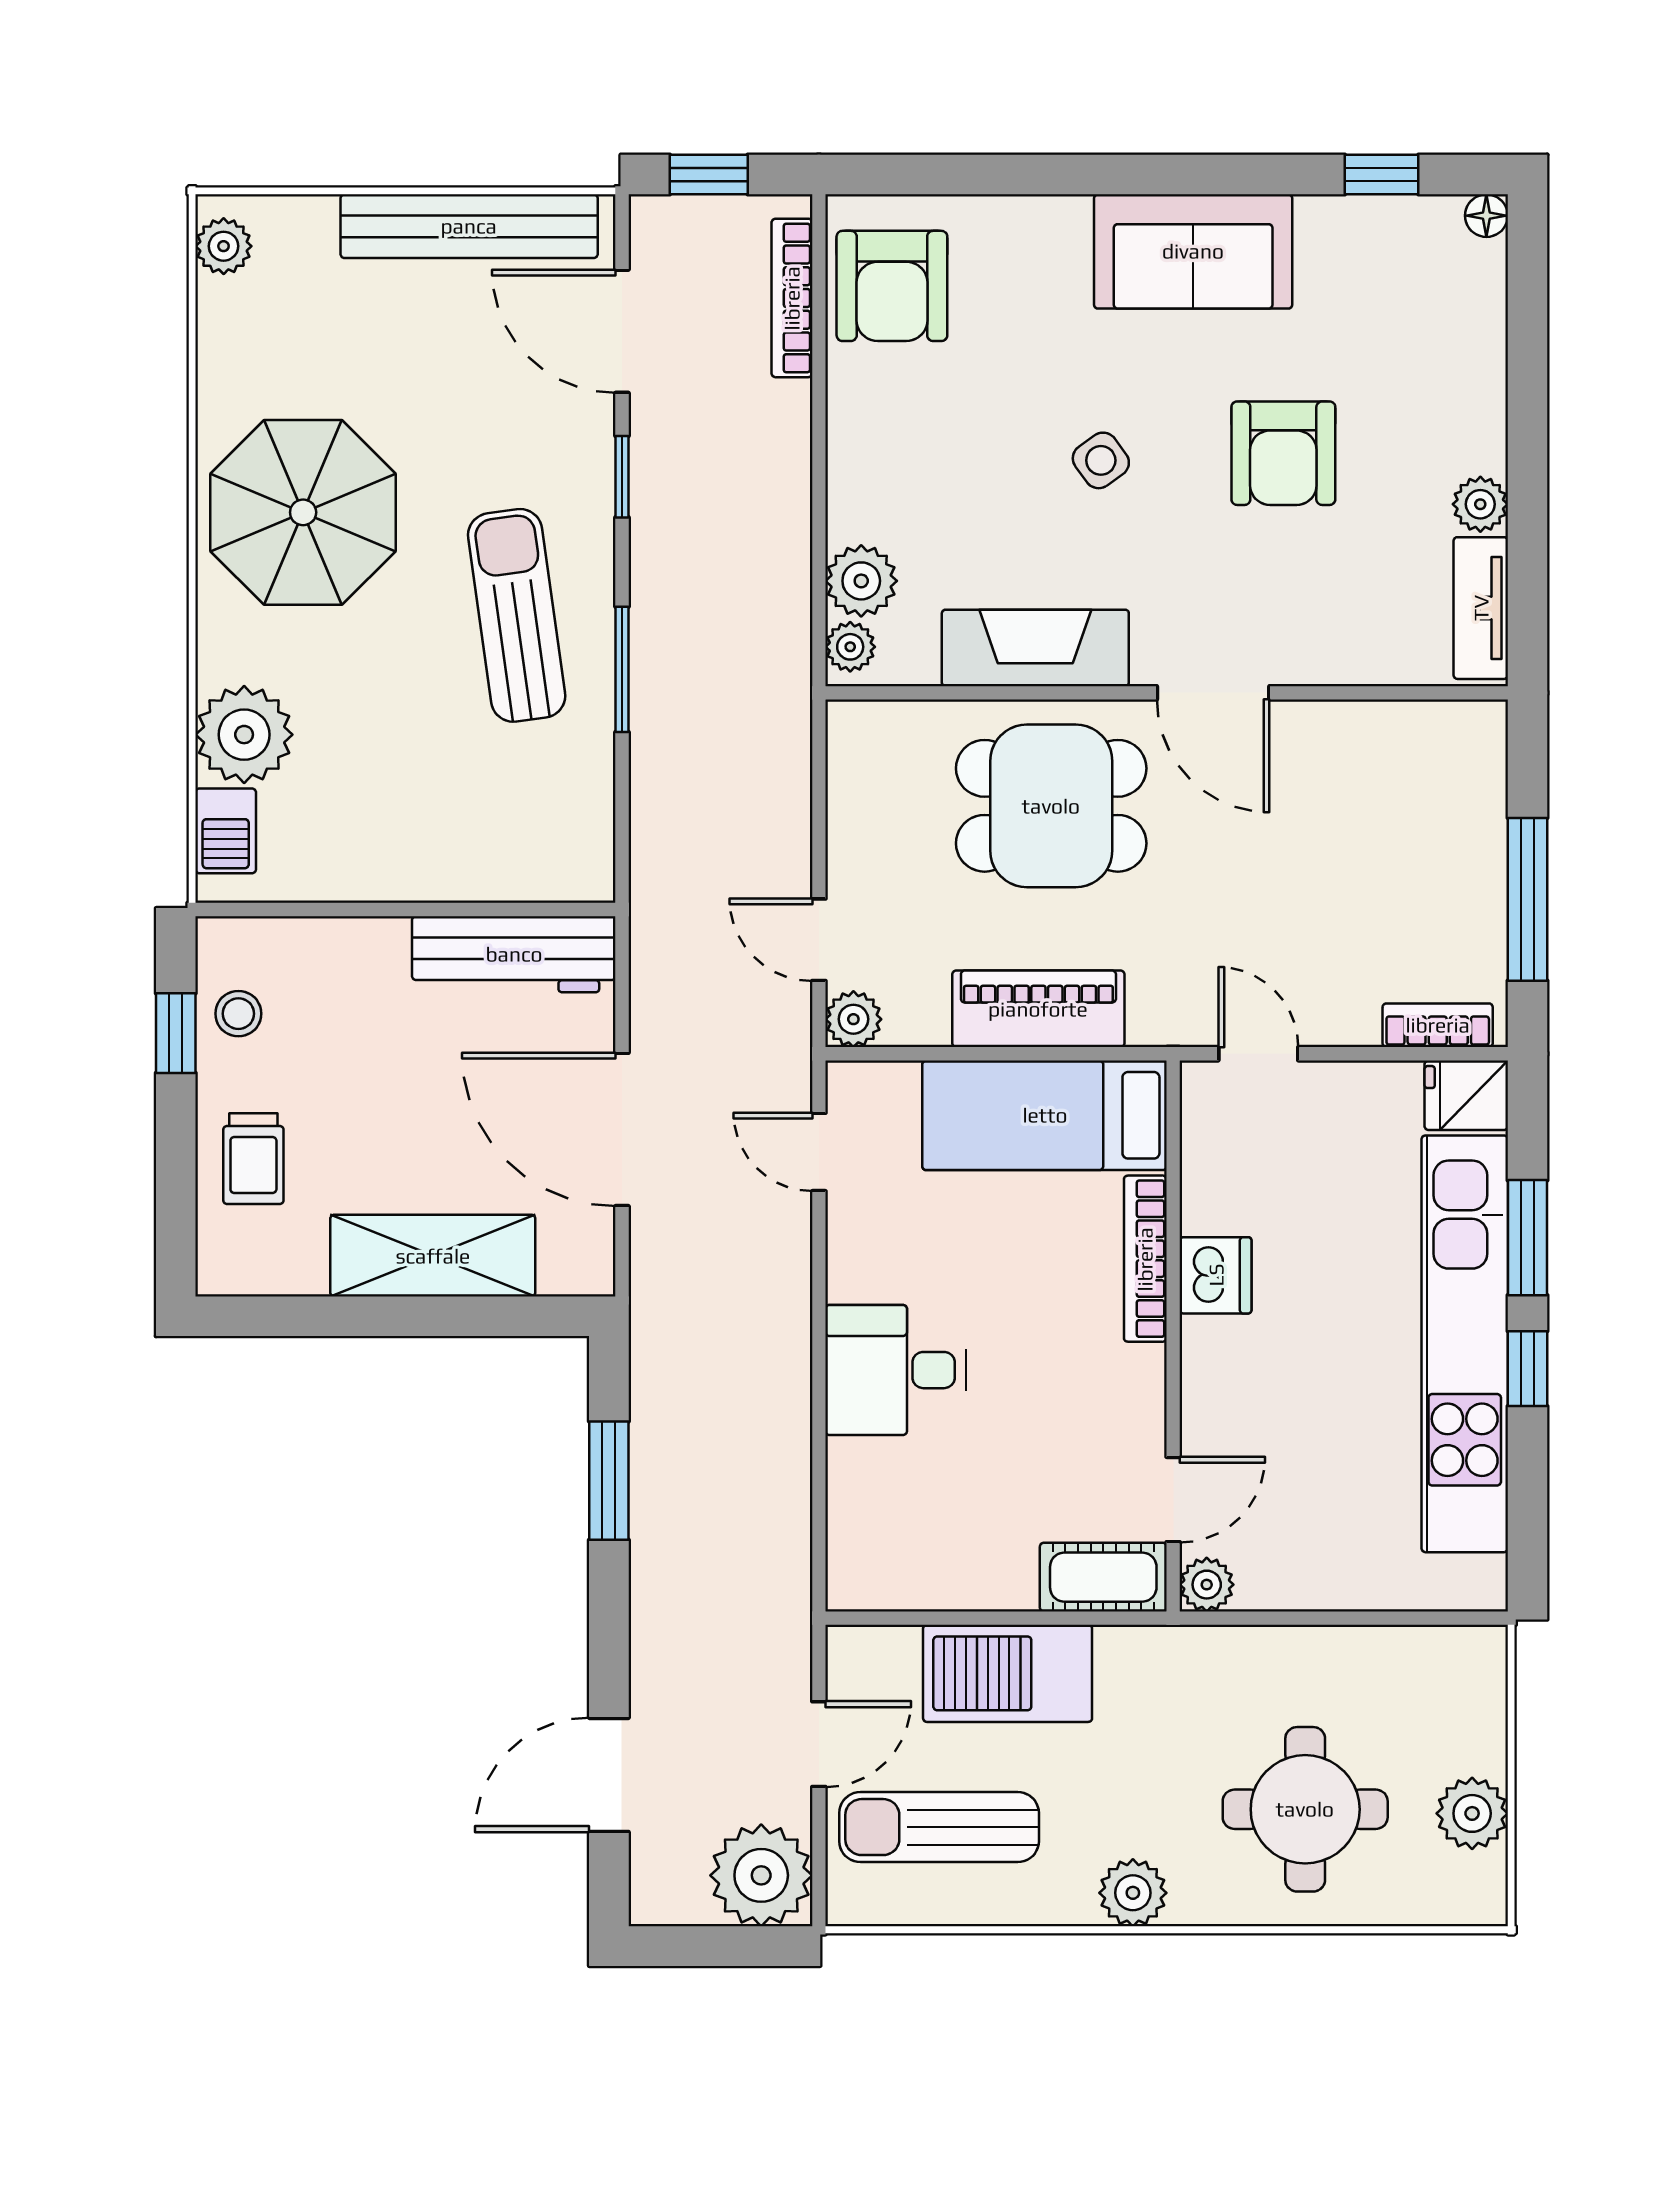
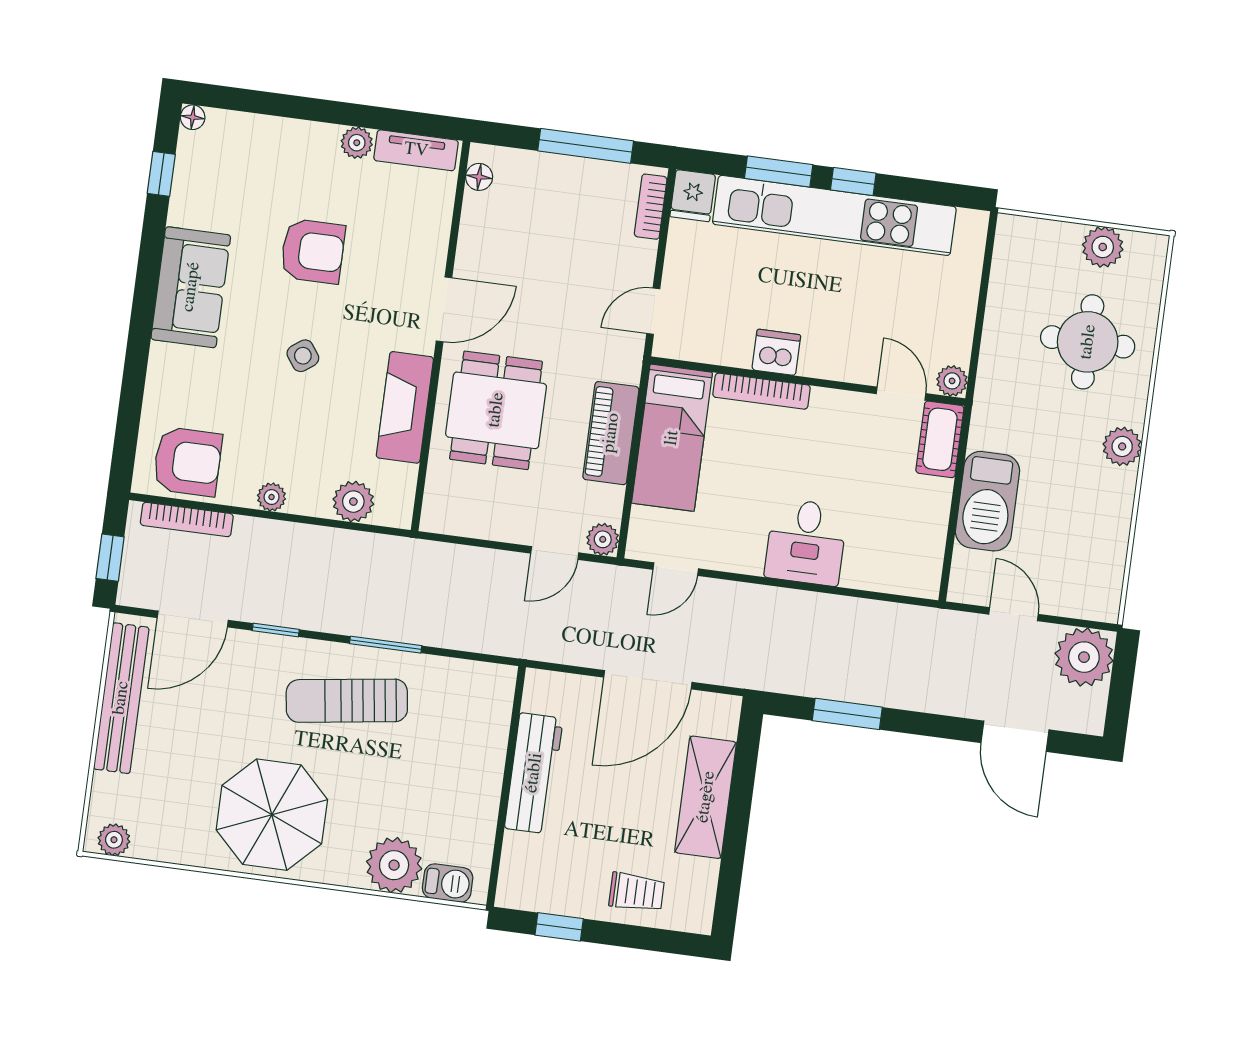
plant: (850, 647) -> (272, 497), moved
floor lamp: (1449, 723) -> (479, 177), added
workbench: (514, 954) -> (534, 773), moved
stool: (238, 1014) -> (553, 890), removed
sun lounger: (939, 1827) -> (1070, 552), removed

